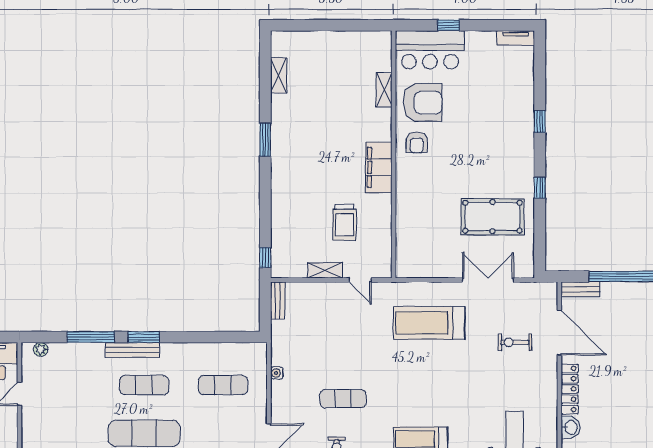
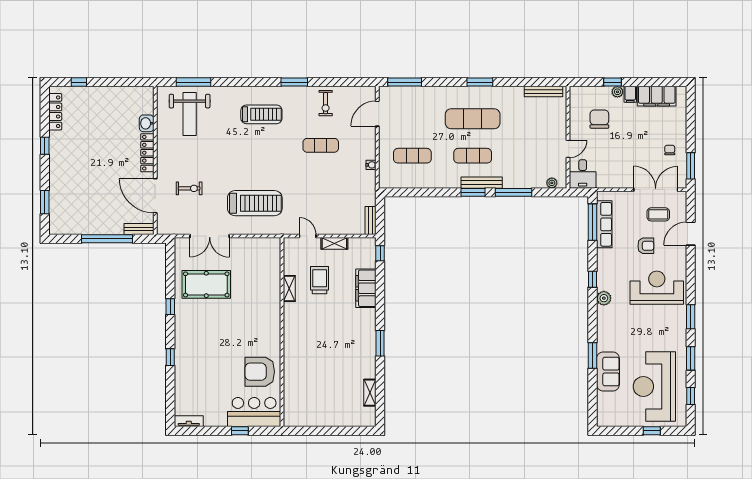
shelving: (384, 90) -> (289, 288), moved
armchair: (417, 142) -> (264, 341), removed
filing cabinet: (379, 167) -> (366, 288), moved, turned 180

